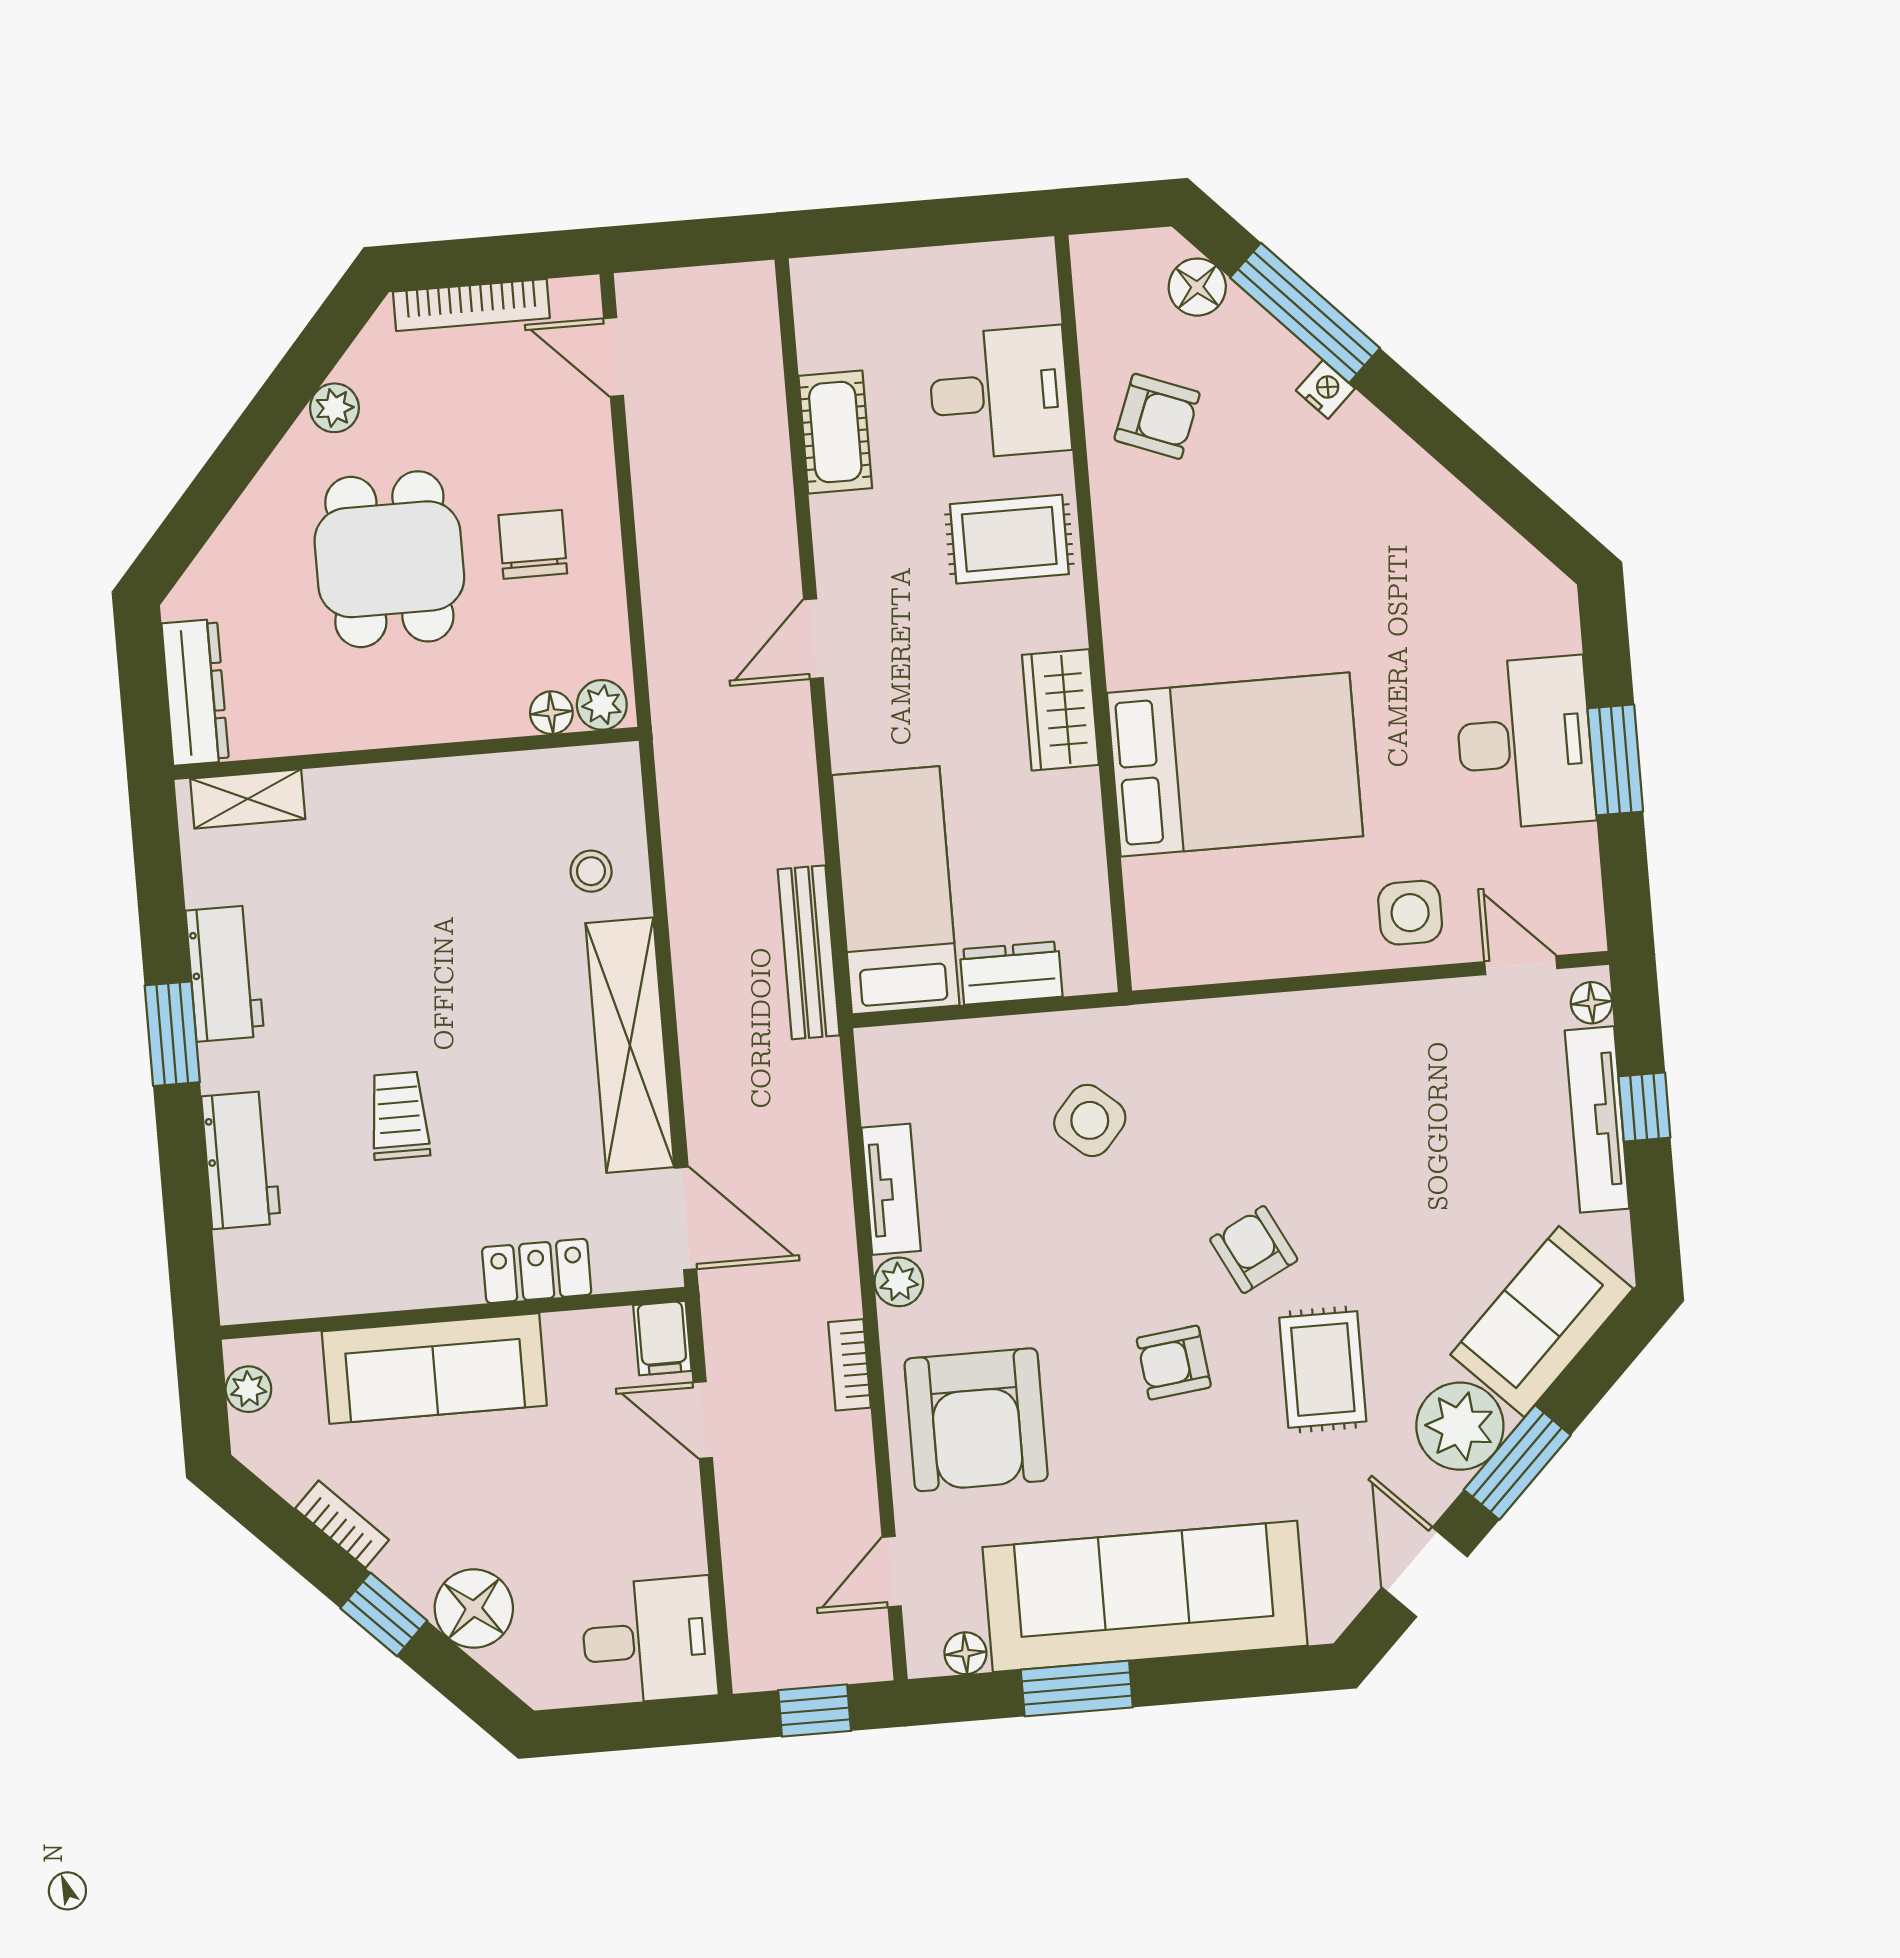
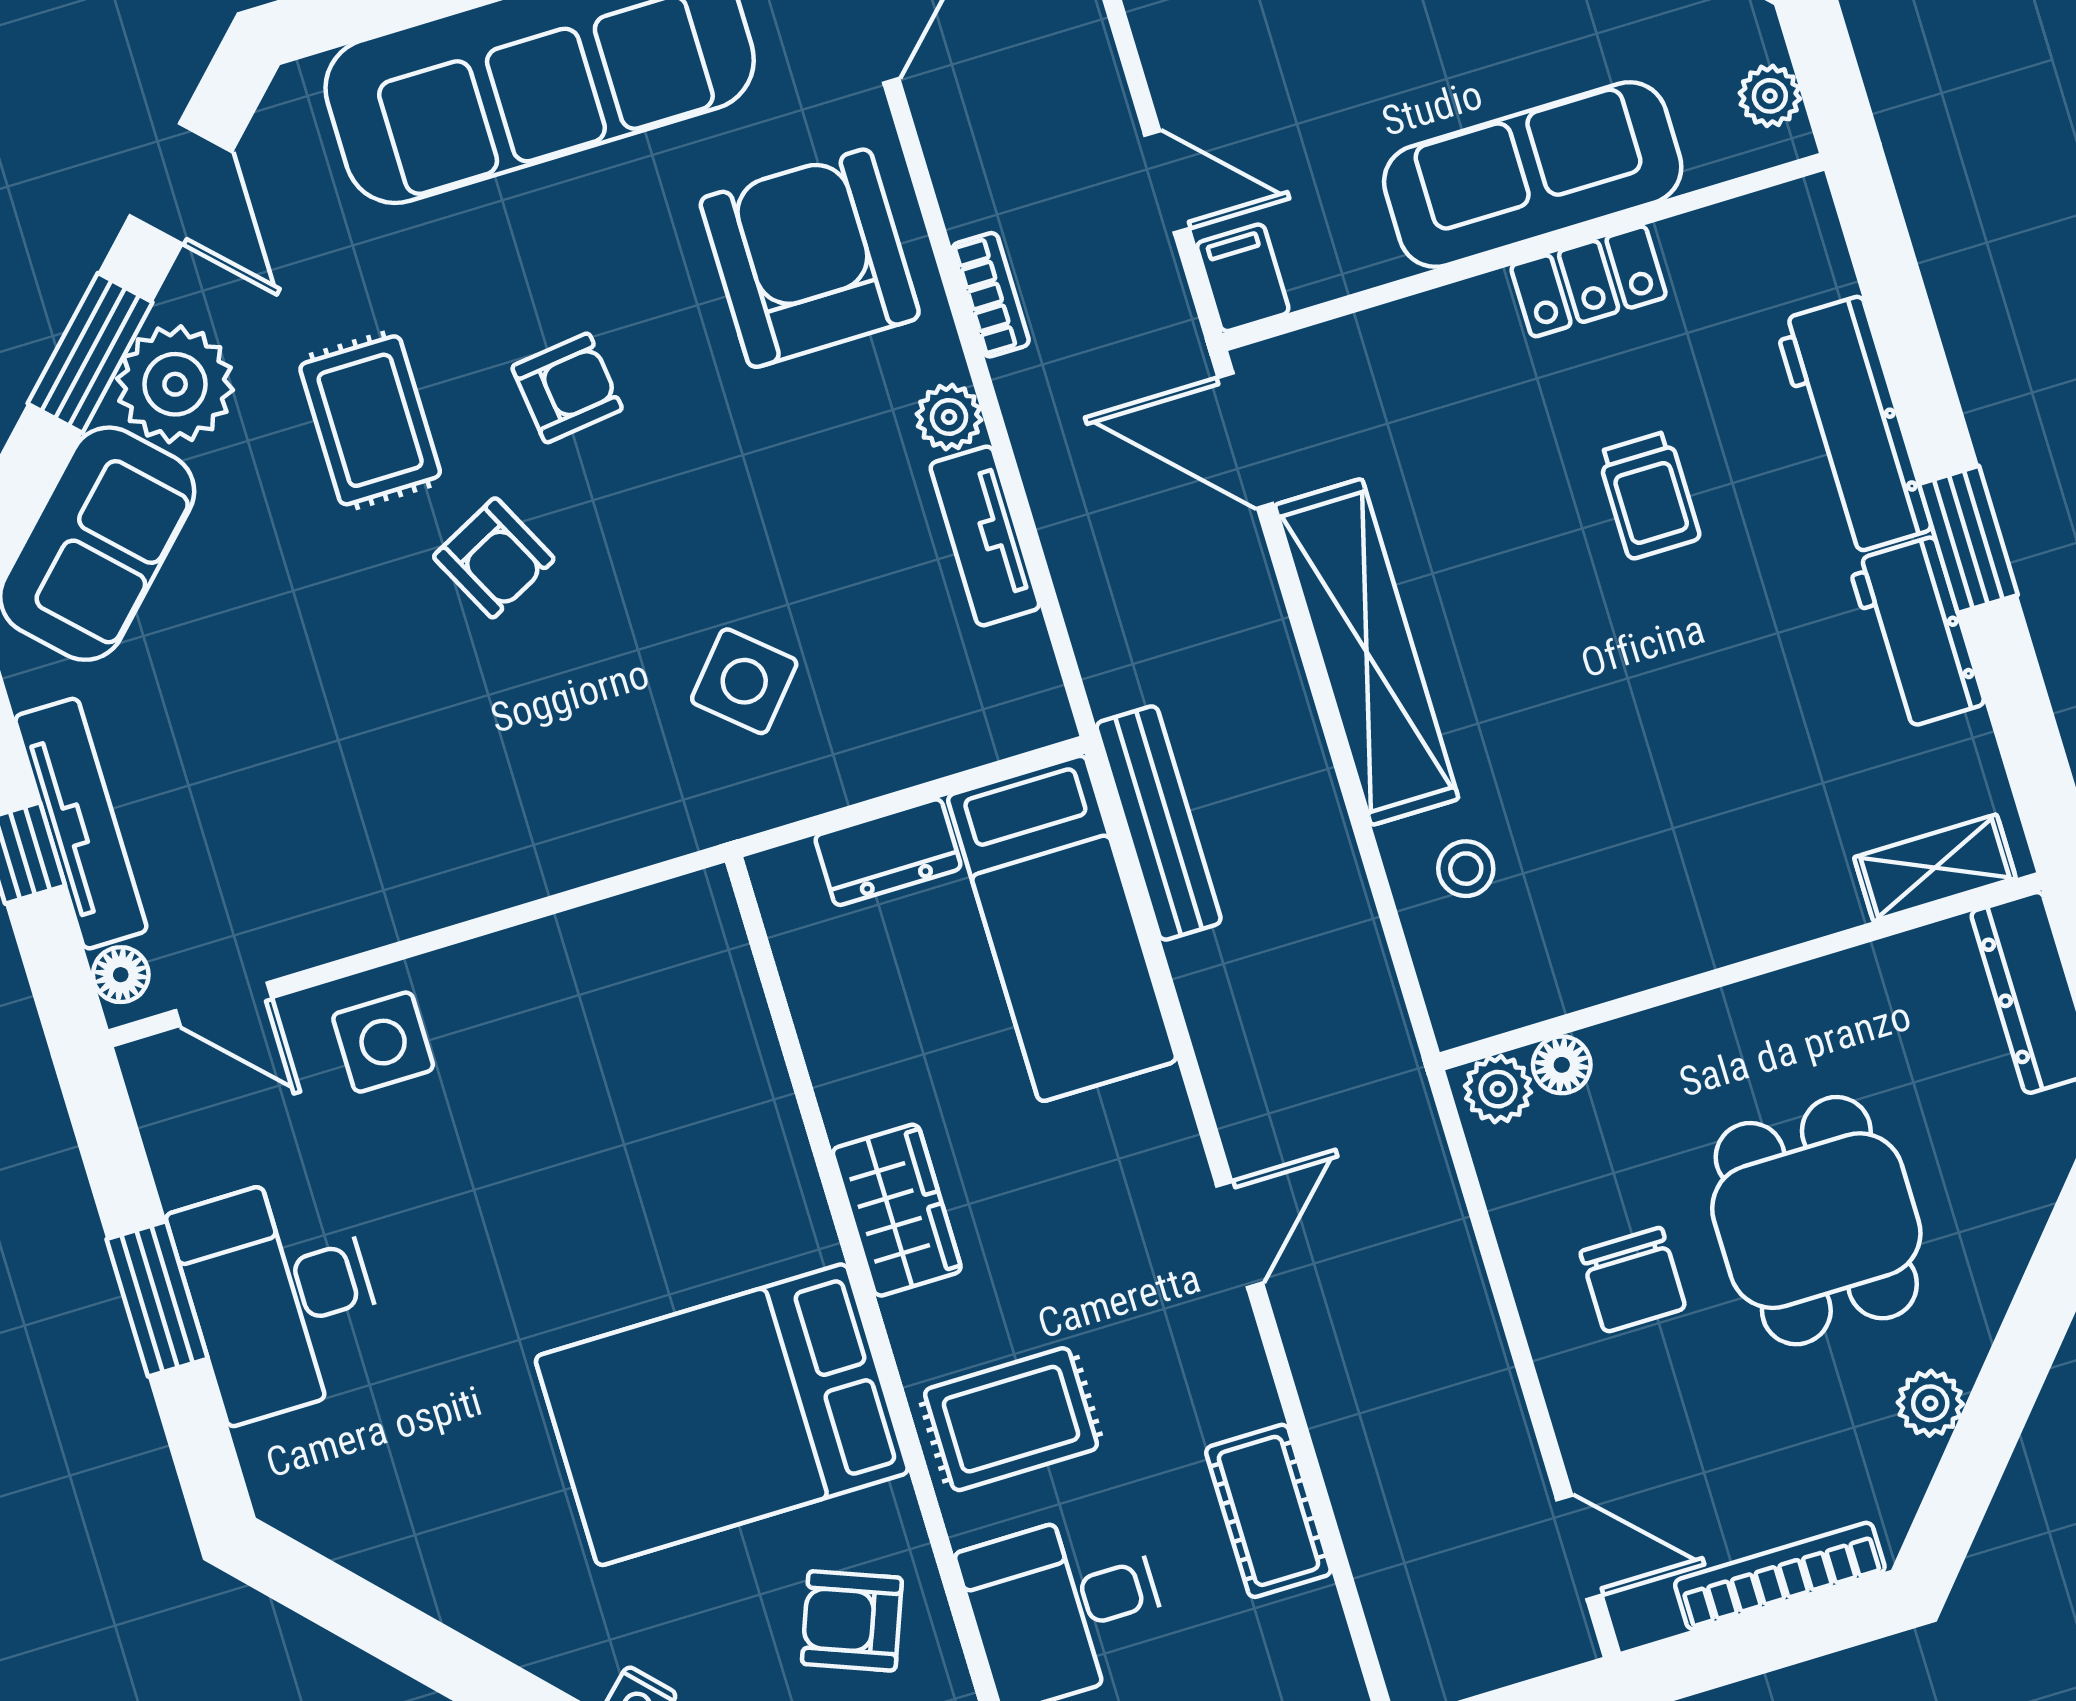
bed: (1235, 765) -> (722, 1415), moved
workbench: (241, 1160) -> (1853, 426), width x1.38
locker: (537, 1271) -> (1589, 281), moved

